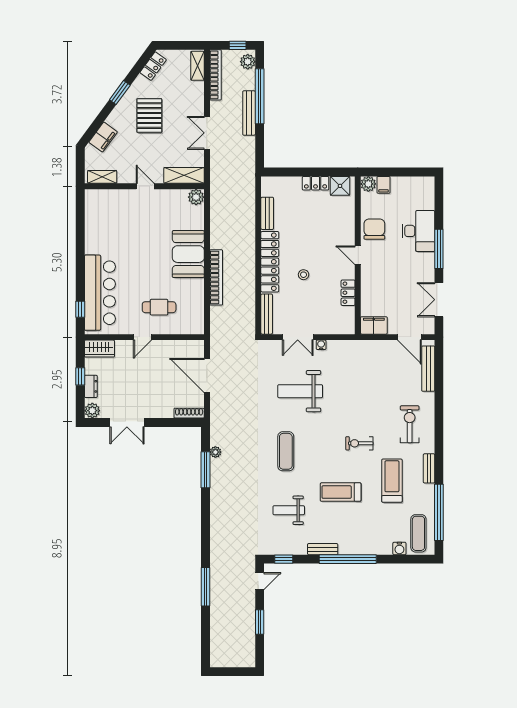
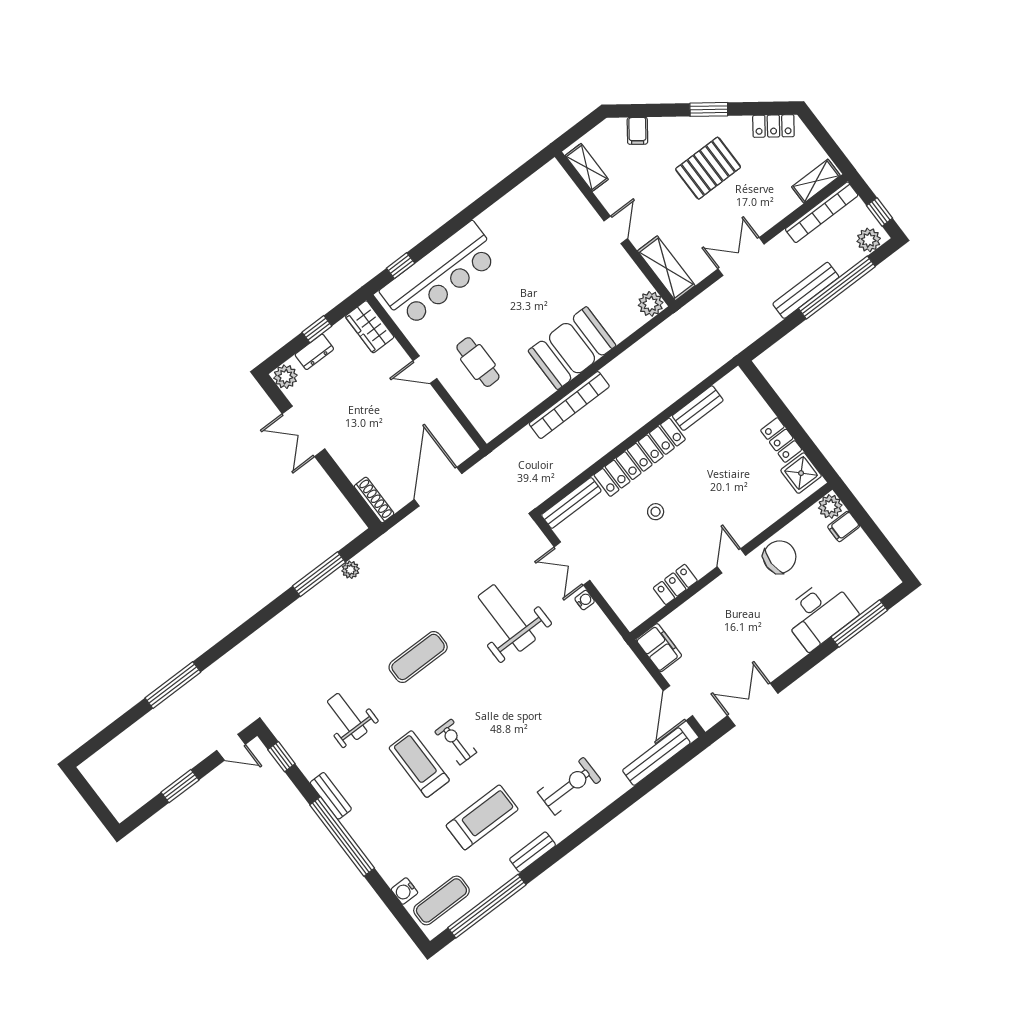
filing cabinet: (103, 137) -> (637, 131), width x0.50
window: (439, 249) -> (859, 624), moved
exercise bike: (359, 443) -> (456, 742), moved

